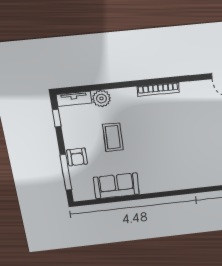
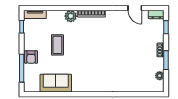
plant: (101, 99) -> (71, 16), moved

